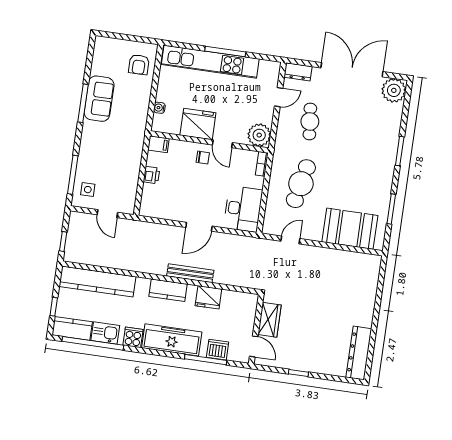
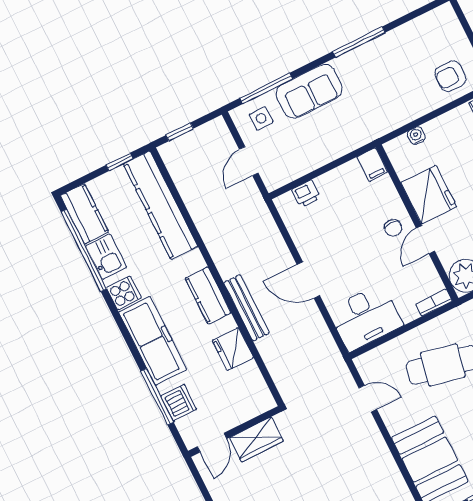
sofa: (99, 99) -> (309, 91), moved
printer: (151, 175) -> (306, 194), moved
window: (54, 307) -> (120, 162), moved

